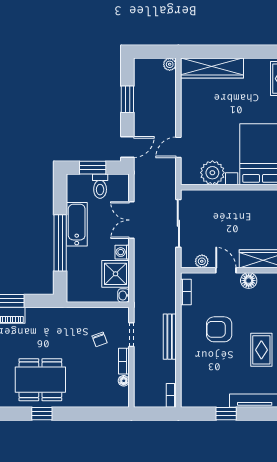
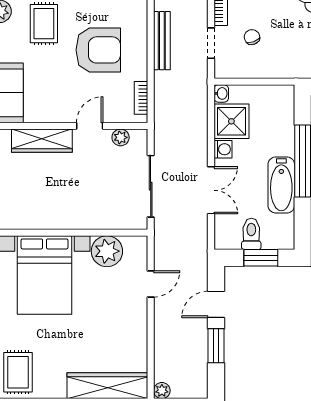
door: (127, 147) -> (216, 304), moved
door: (226, 270) -> (90, 126), swing flipped
floor lamp: (249, 281) -> (60, 113), removed
armchair: (219, 329) -> (98, 50), width x1.36, depth x1.36

